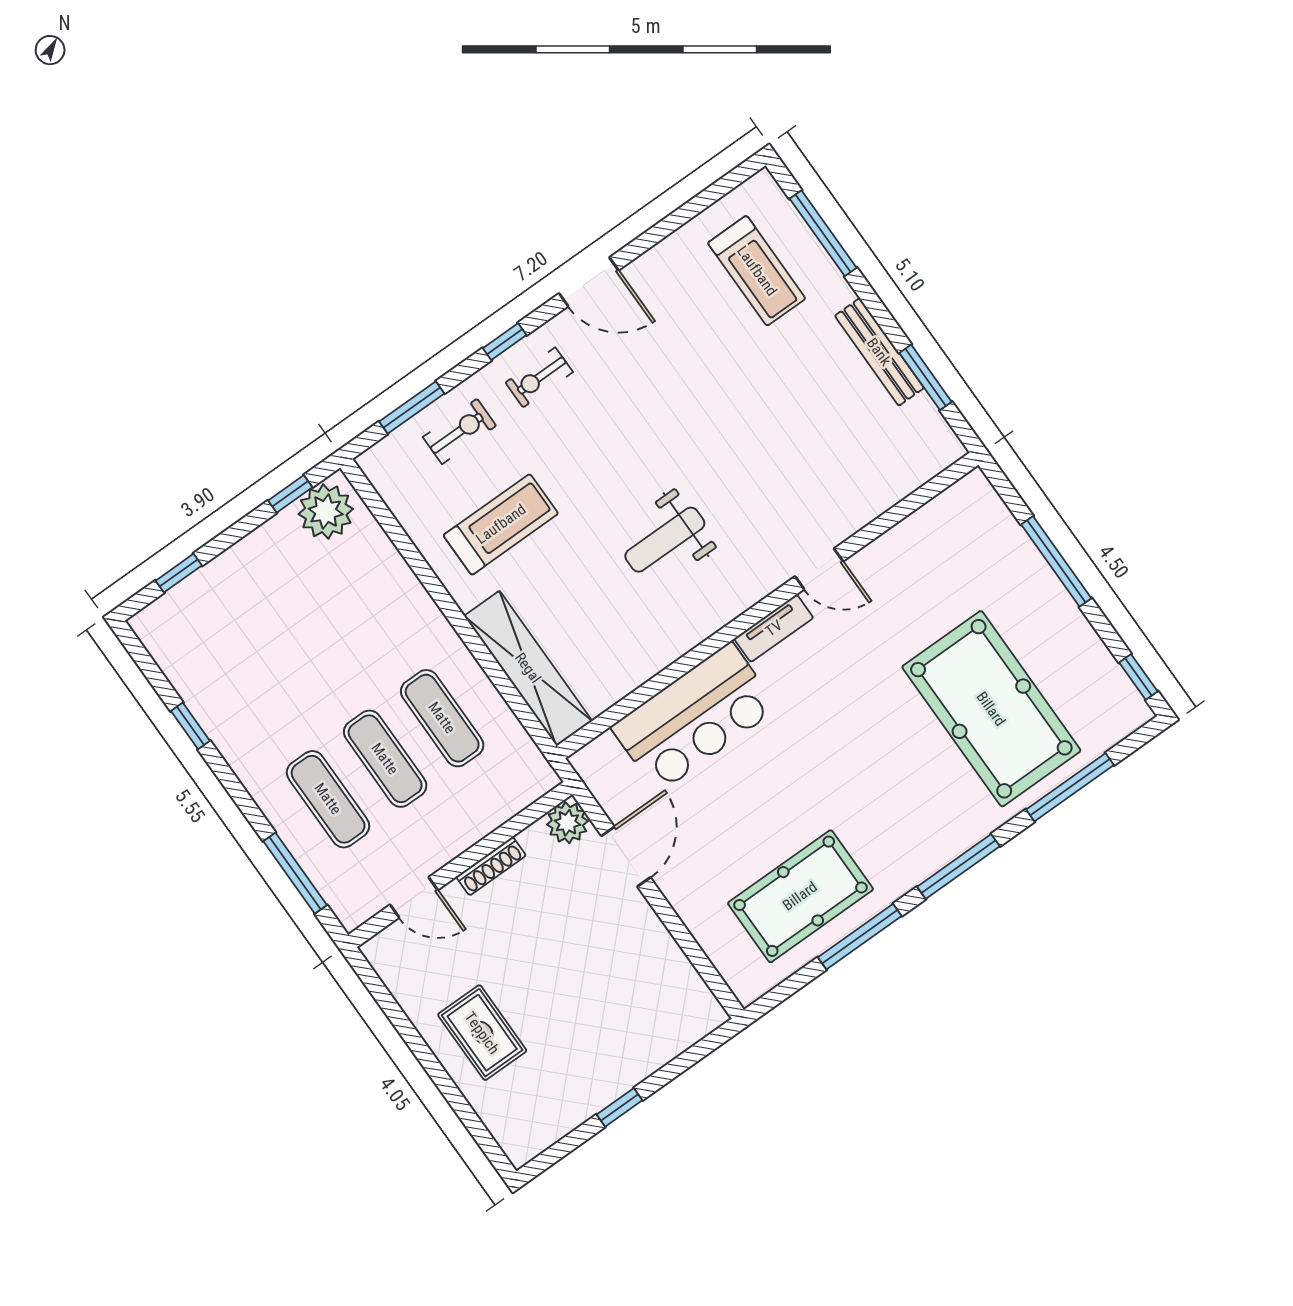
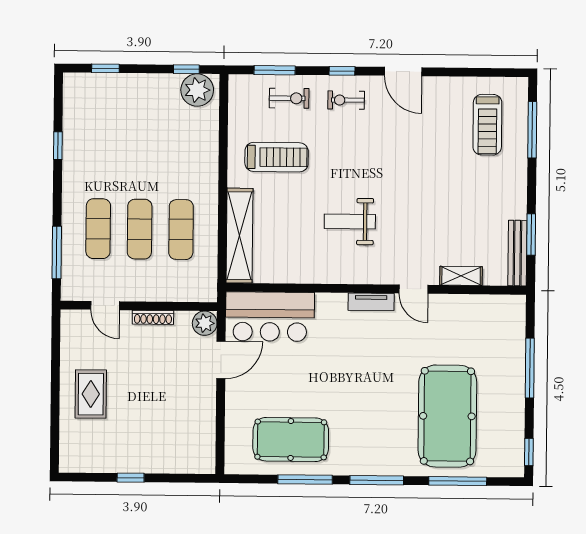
bench: (879, 352) -> (517, 253), moved
shelving: (871, 504) -> (461, 276), added
bar counter: (694, 717) -> (270, 317), moved

